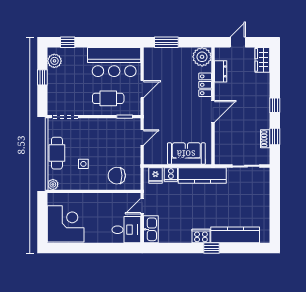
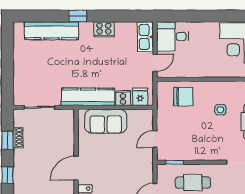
cooker: (201, 236) -> (104, 29), moved

